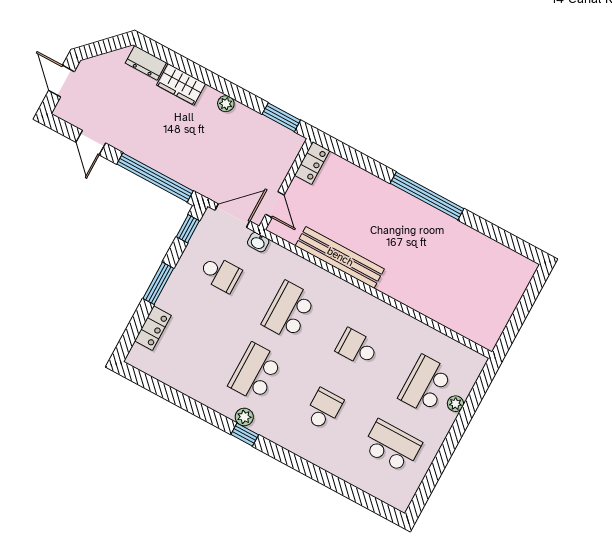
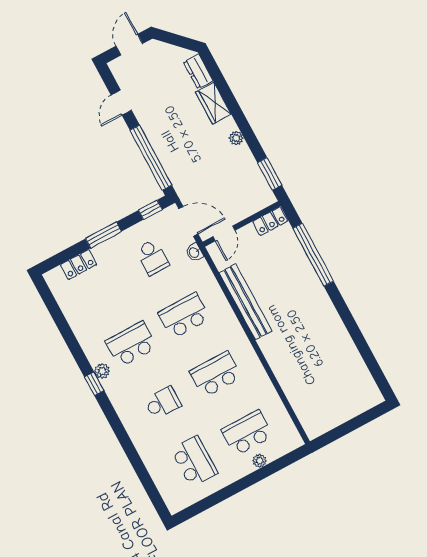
window: (427, 196) -> (313, 255), moved
school desk: (357, 348) -> (215, 374), width x1.85

